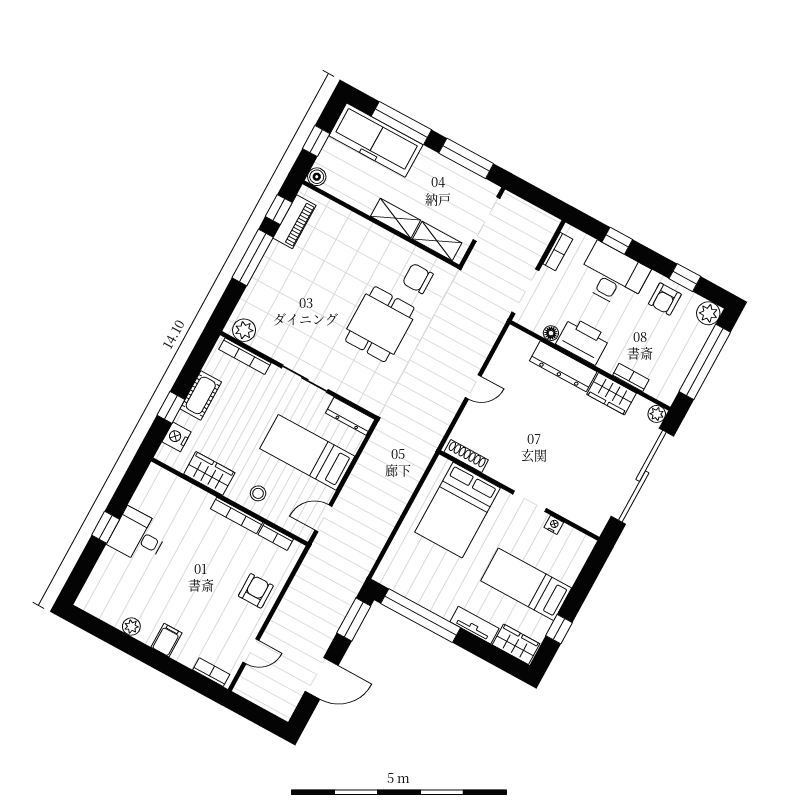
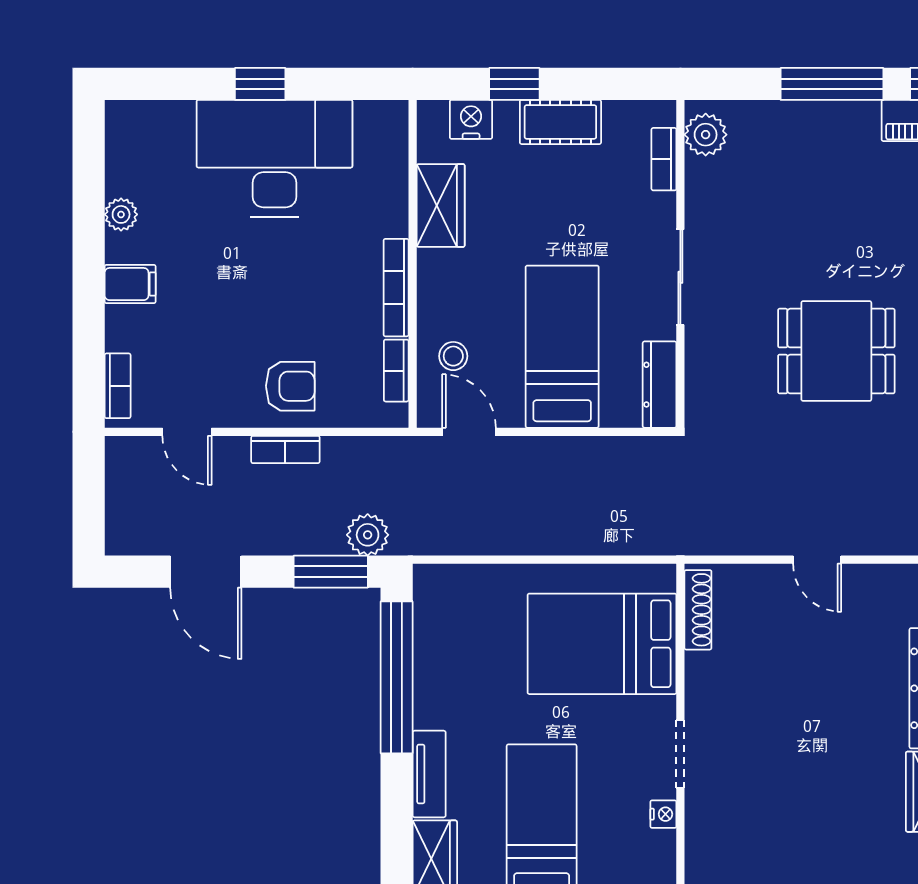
bookcase: (245, 356) -> (664, 159), width x0.64
stool: (258, 493) -> (453, 356), moved
desk: (138, 536) -> (274, 158), width x1.87, depth x1.30
plant: (346, 593) -> (368, 535), added
bookcase: (284, 609) -> (285, 449), added

